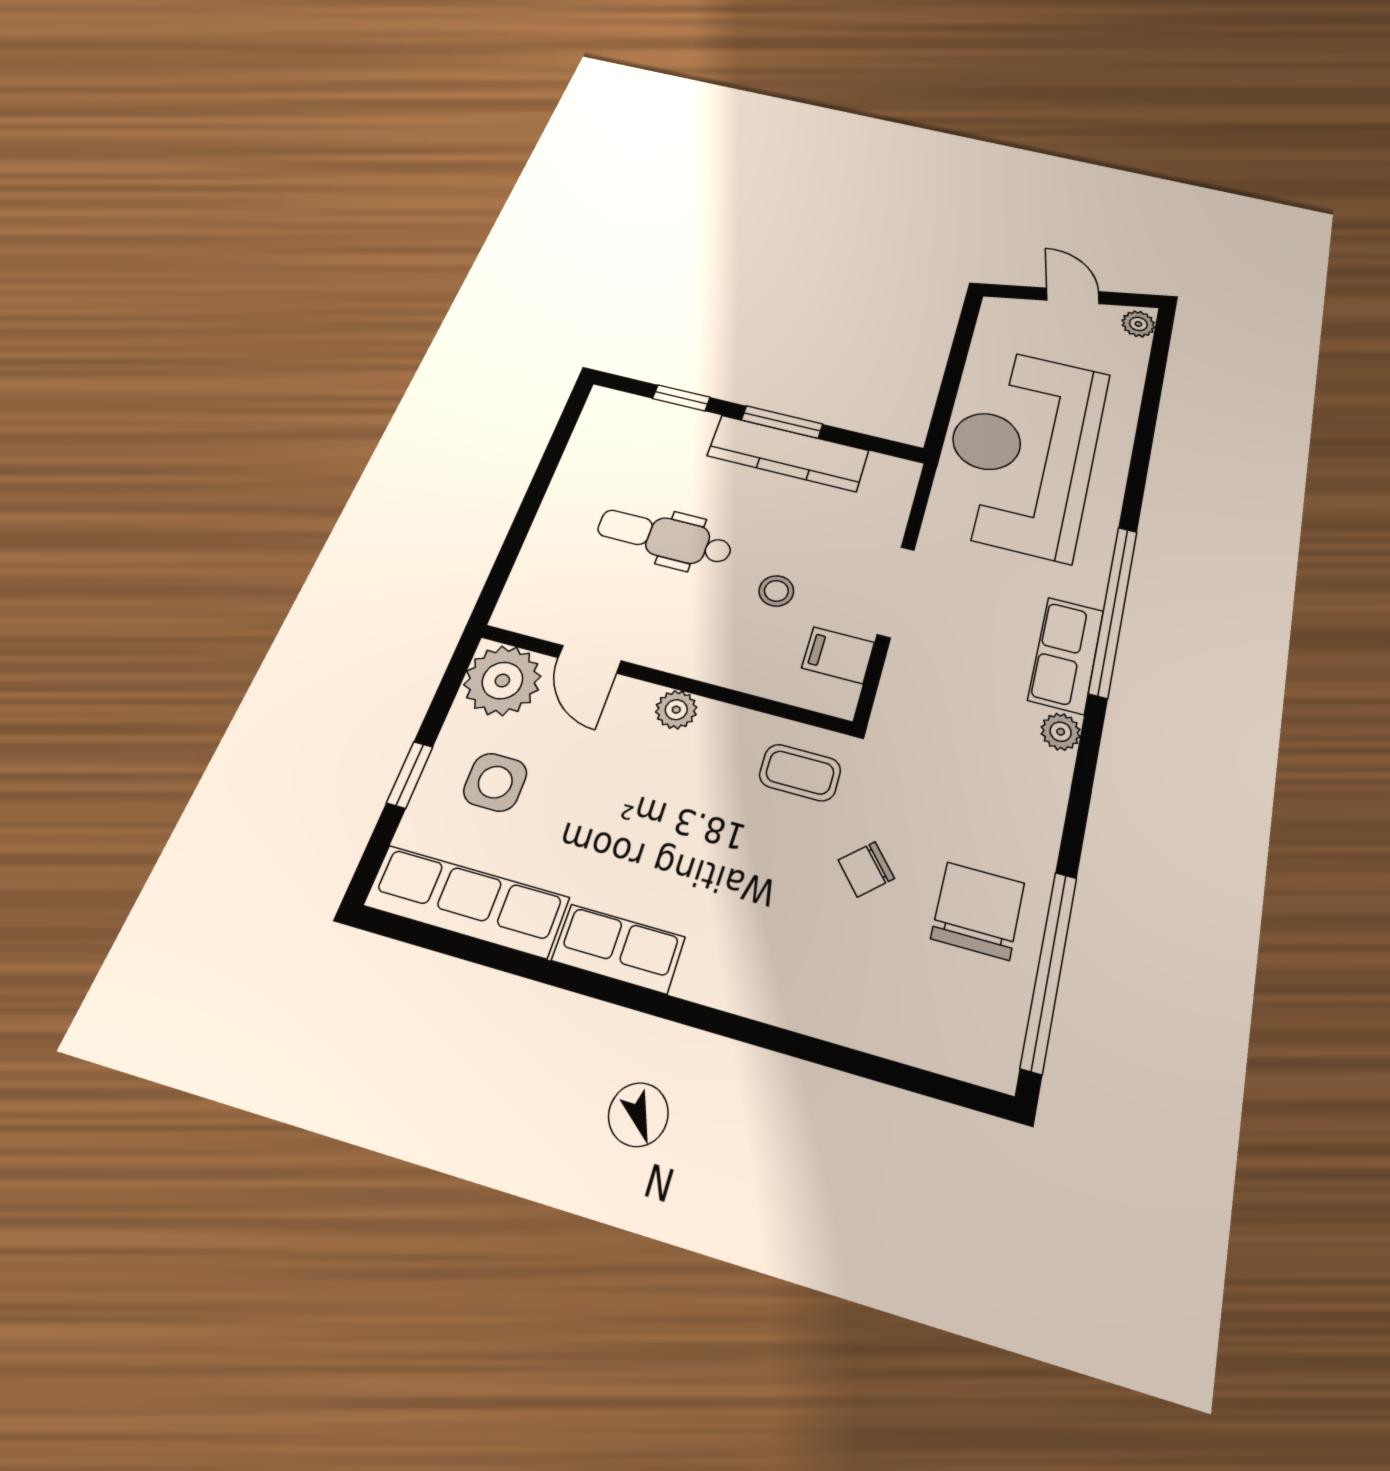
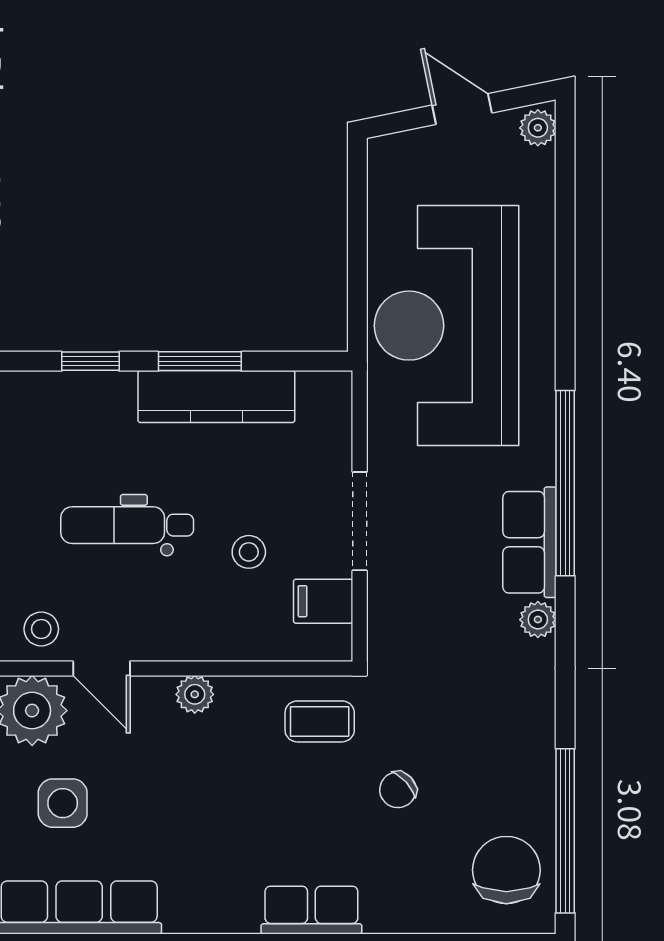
stool: (544, 607) -> (41, 629), added
chair: (978, 911) -> (506, 870), moved
row of seats: (618, 949) -> (311, 910), moved

